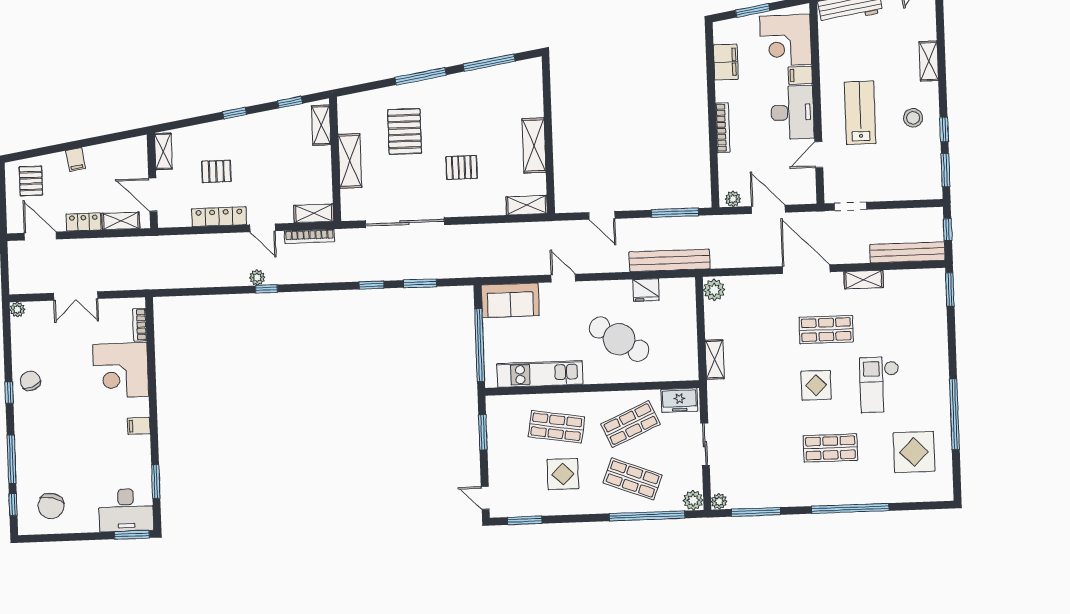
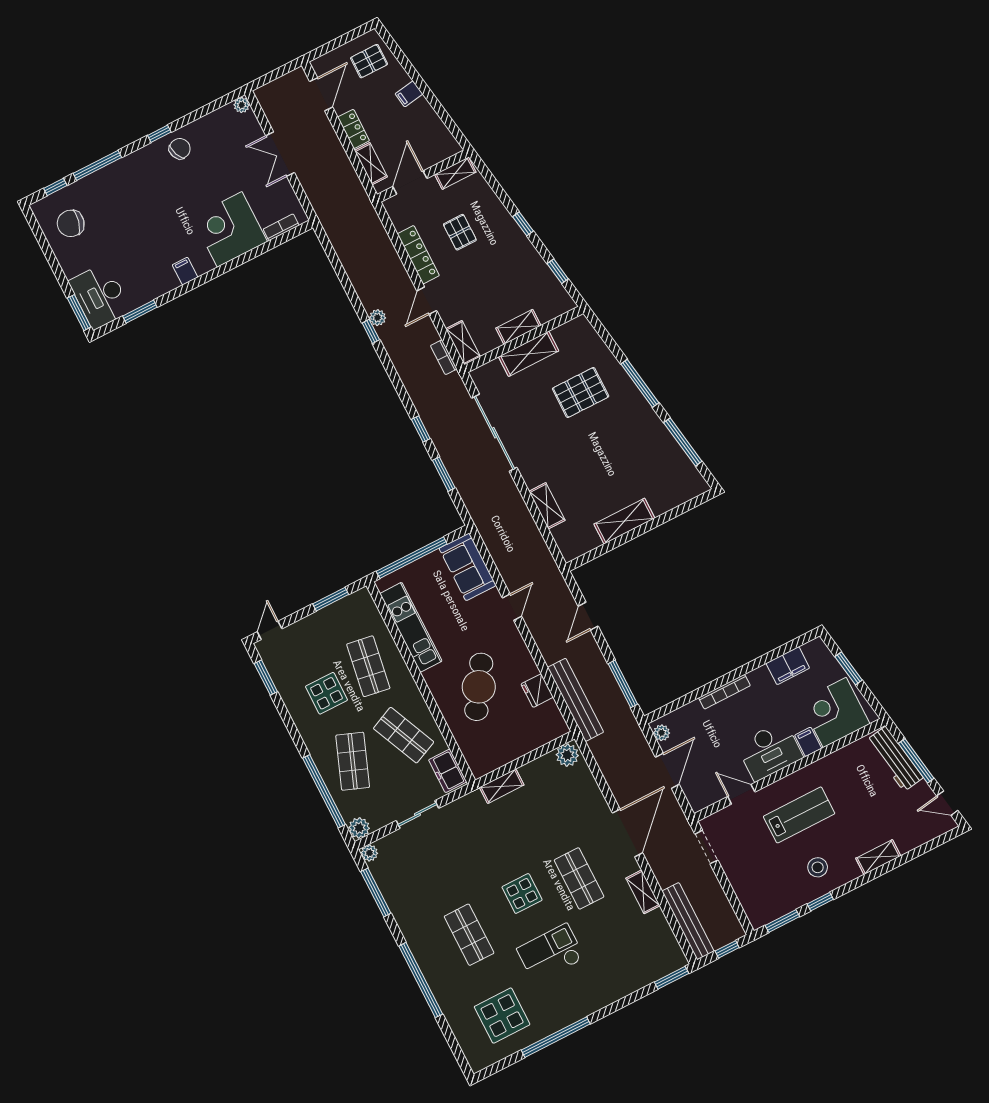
shelving: (321, 125) -> (518, 327), moved
pallet: (462, 167) -> (572, 462), removed
shelving: (527, 205) -> (547, 506), moved
bookcase: (310, 236) -> (444, 357), width x0.64

